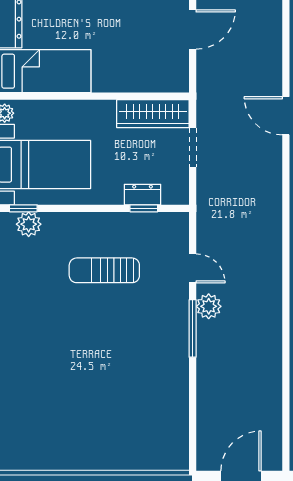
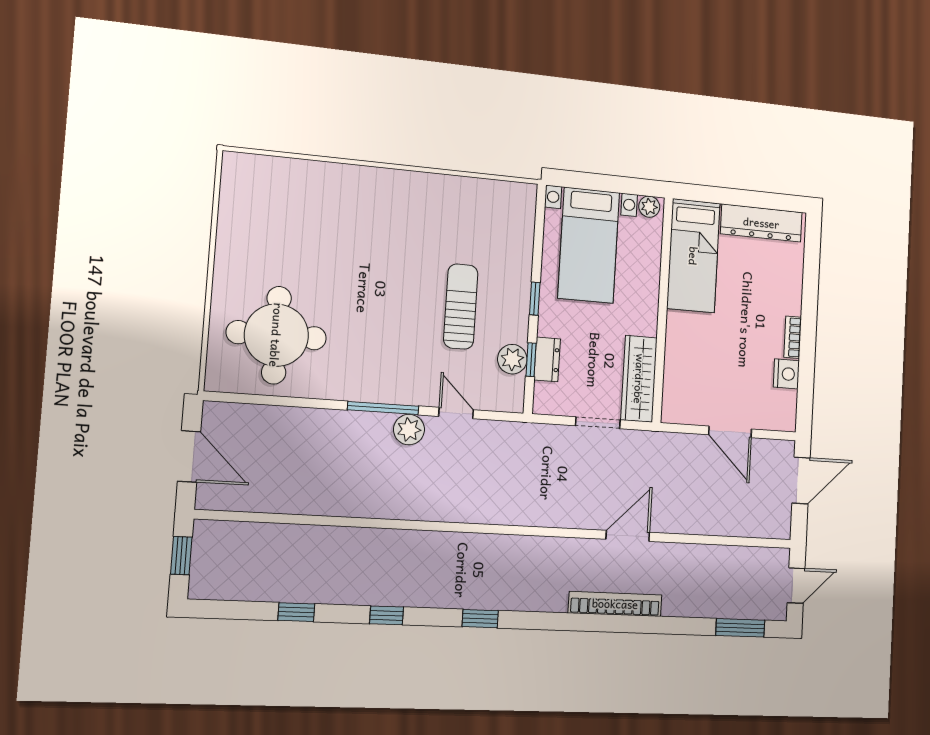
window: (23, 208) -> (535, 299), moved
plant: (29, 224) -> (512, 359), moved
door: (193, 268) -> (456, 413), swing flipped
round table: (140, 418) -> (276, 335), added

